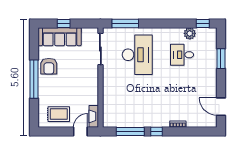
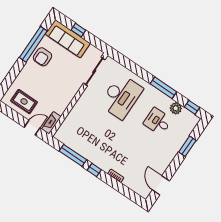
window: (125, 23) -> (163, 88), moved
window: (34, 79) -> (33, 44), moved

